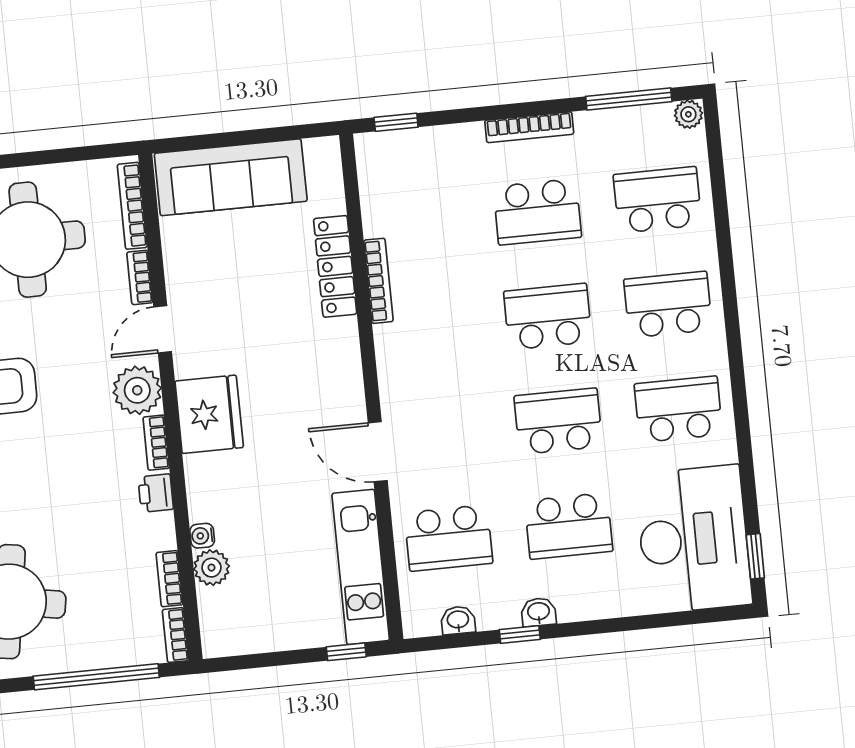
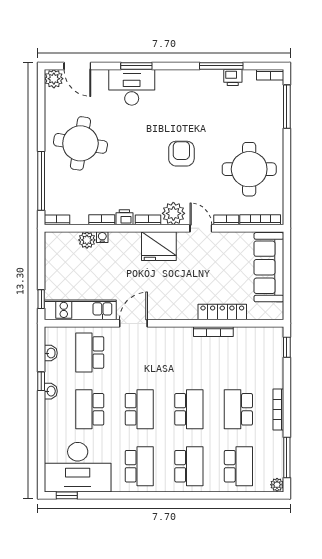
bookcase: (170, 579) -> (102, 220), moved

